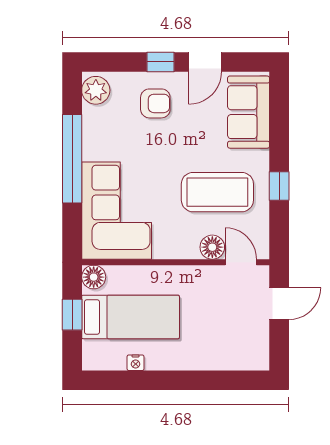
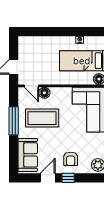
armchair: (155, 103) -> (71, 159), turned -90
window: (279, 186) -> (14, 121), width x2.17

